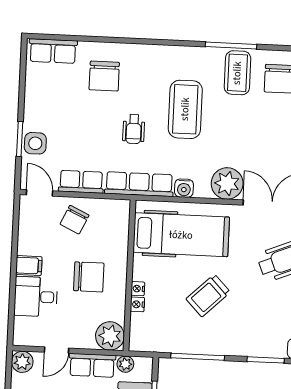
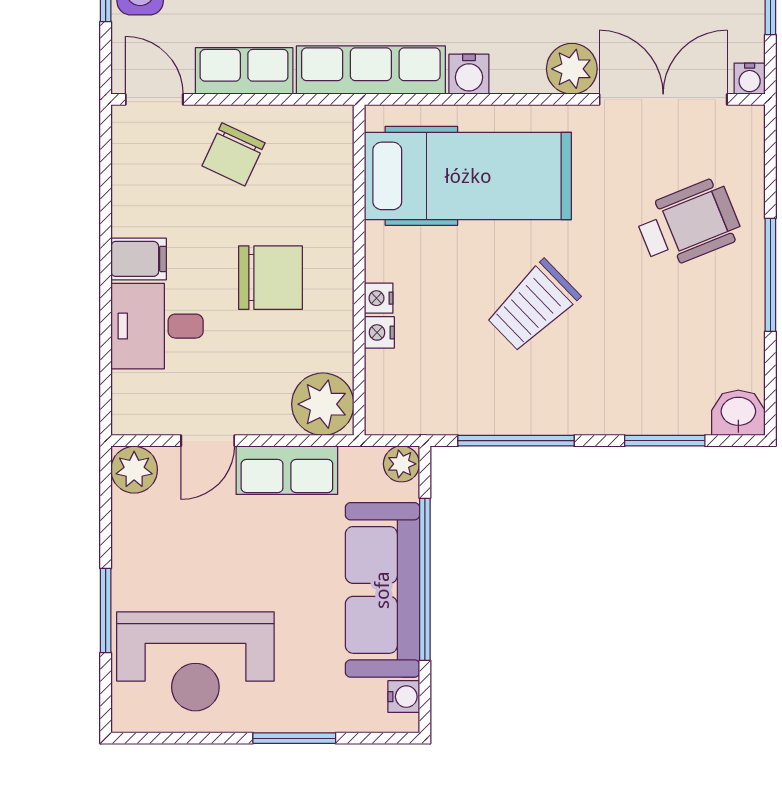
plant: (227, 183) -> (572, 69), width x0.73, depth x0.73
plant: (125, 364) -> (402, 464), moved

